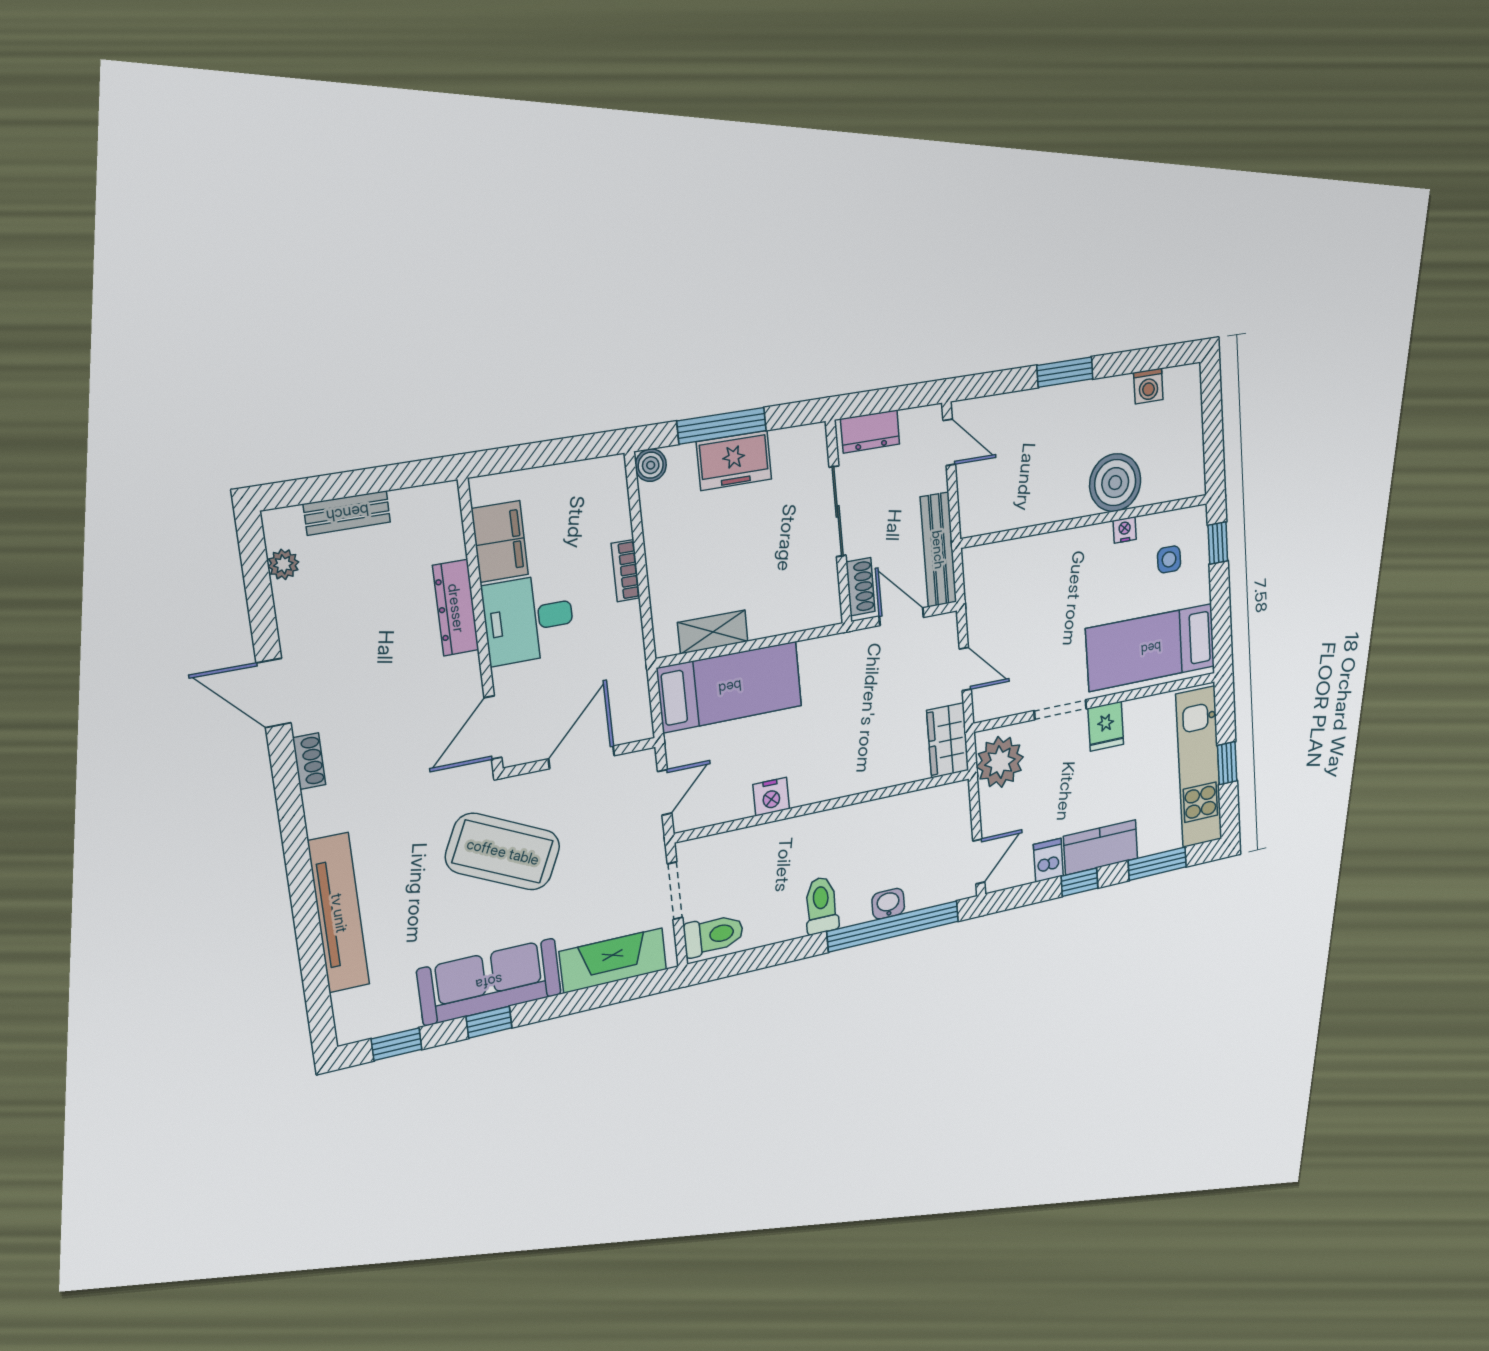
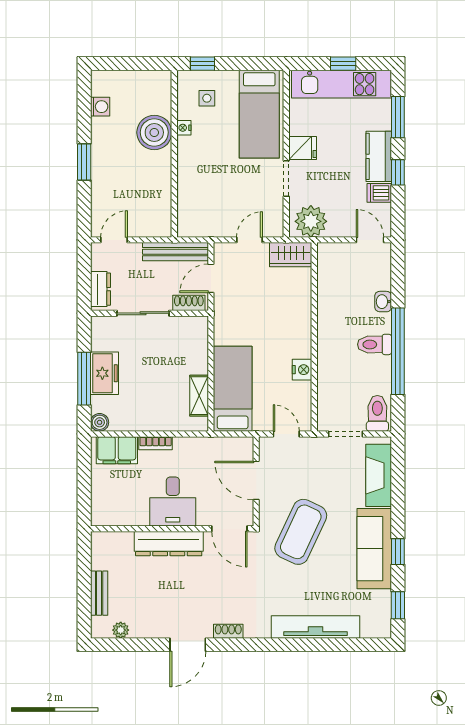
filing cabinet: (500, 542) -> (117, 450), moved, turned 180
dresser: (456, 608) -> (169, 544), width x1.37, depth x1.24
window: (893, 926) -> (398, 351), moved

